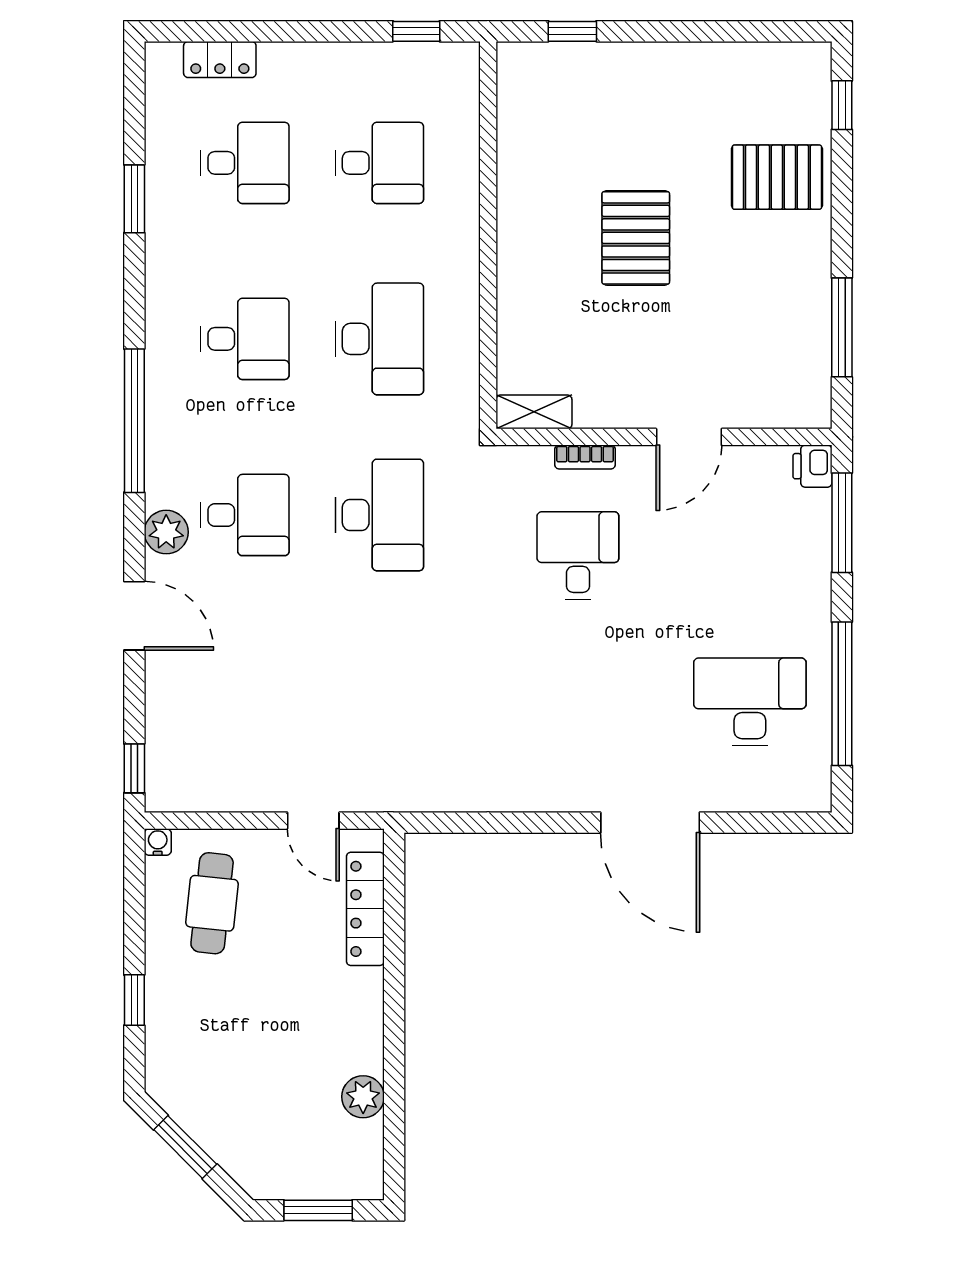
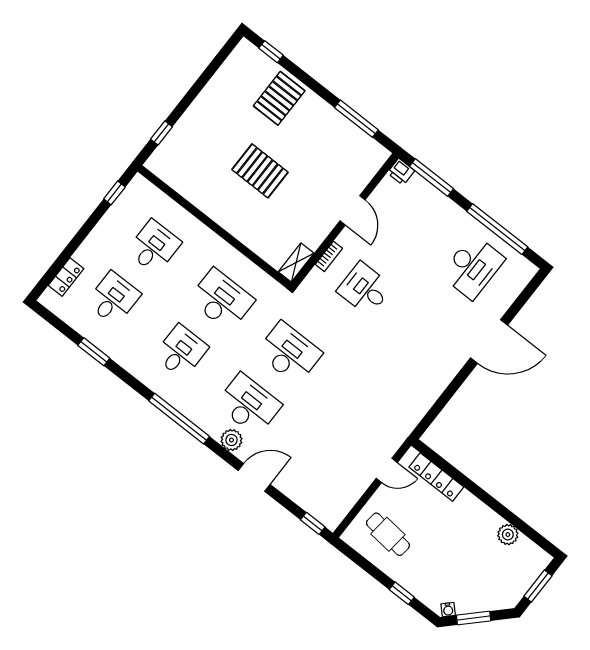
desk: (245, 515) -> (249, 405), width x1.37
desk: (750, 702) -> (473, 267), turned 180
water cooler: (158, 842) -> (448, 610), moved, turned -135

